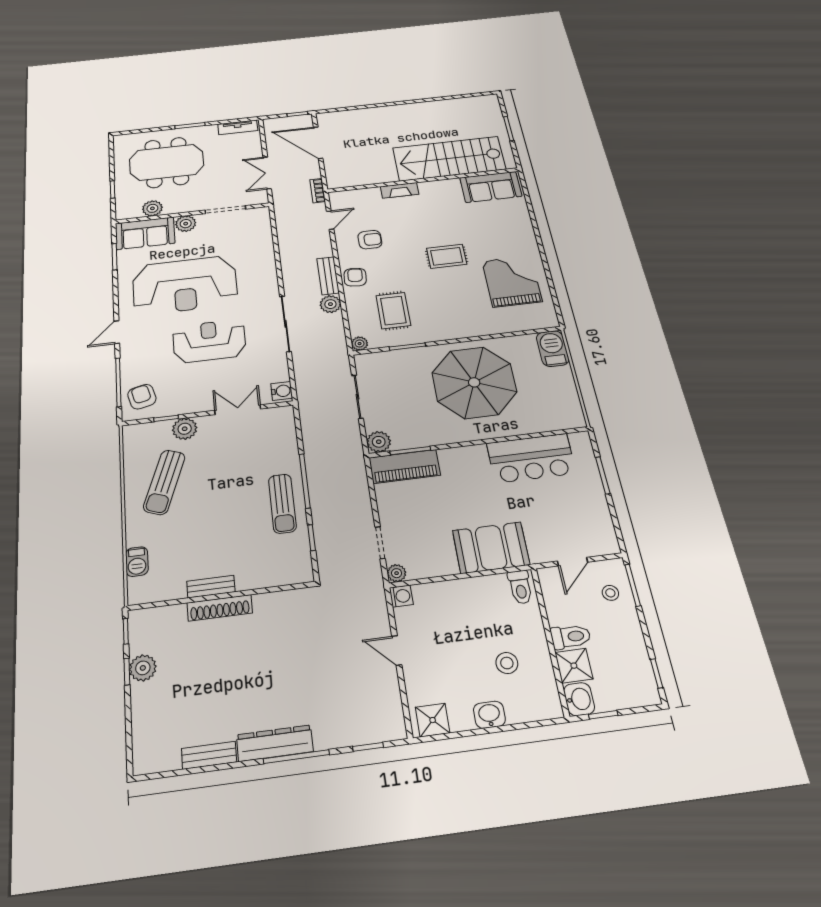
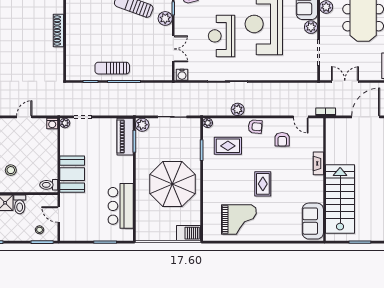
bench: (328, 276) -> (259, 110), removed
reception desk: (209, 341) -> (222, 36), turned 180
bench: (211, 587) -> (70, 27), removed

